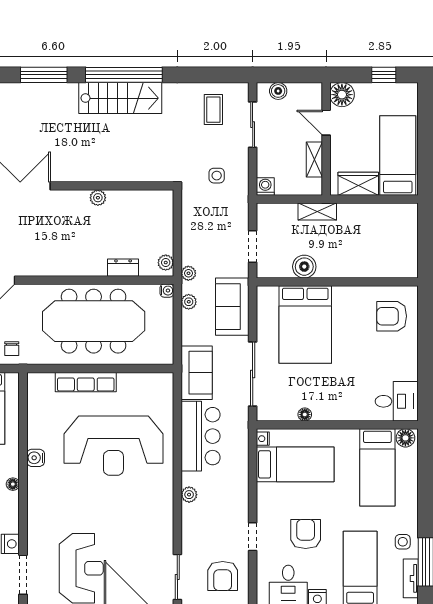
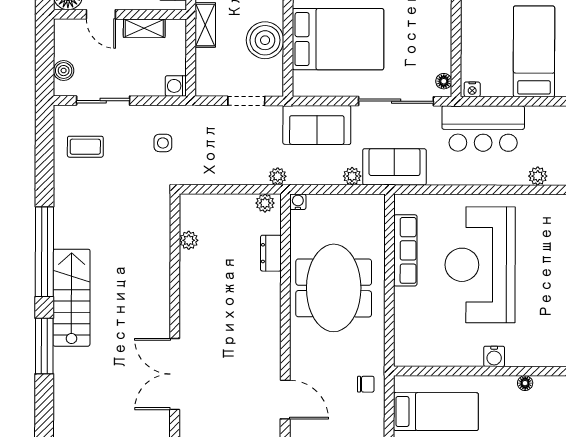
stairs: (120, 98) -> (72, 298), moved
door: (326, 123) -> (101, 14), hinge flipped
plant: (98, 198) -> (189, 240), moved
boiler: (304, 267) -> (265, 40), width x1.37, depth x1.37
plant: (189, 302) -> (352, 176), moved
meeting table: (94, 321) -> (334, 288), width x0.73
row of seats: (86, 382) -> (405, 250), moved
floor lamp: (305, 415) -> (444, 81), moved
bar counter: (201, 436) -> (483, 129), moved, turned 180
reception desk: (113, 446) -> (480, 265), turned 180
bed: (295, 464) -> (534, 51), moved

